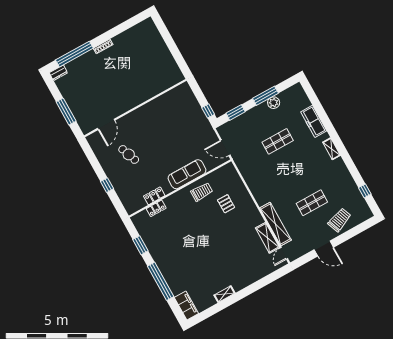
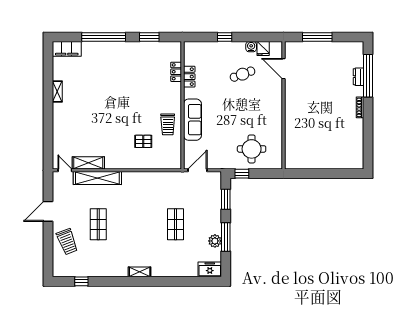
dresser: (58, 73) -> (359, 77), moved
round table: (184, 114) -> (252, 149), added
freezer: (314, 121) -> (210, 269), moved, width x0.71
fridge: (99, 149) -> (263, 49), added
water cooler: (103, 160) -> (251, 47), added

